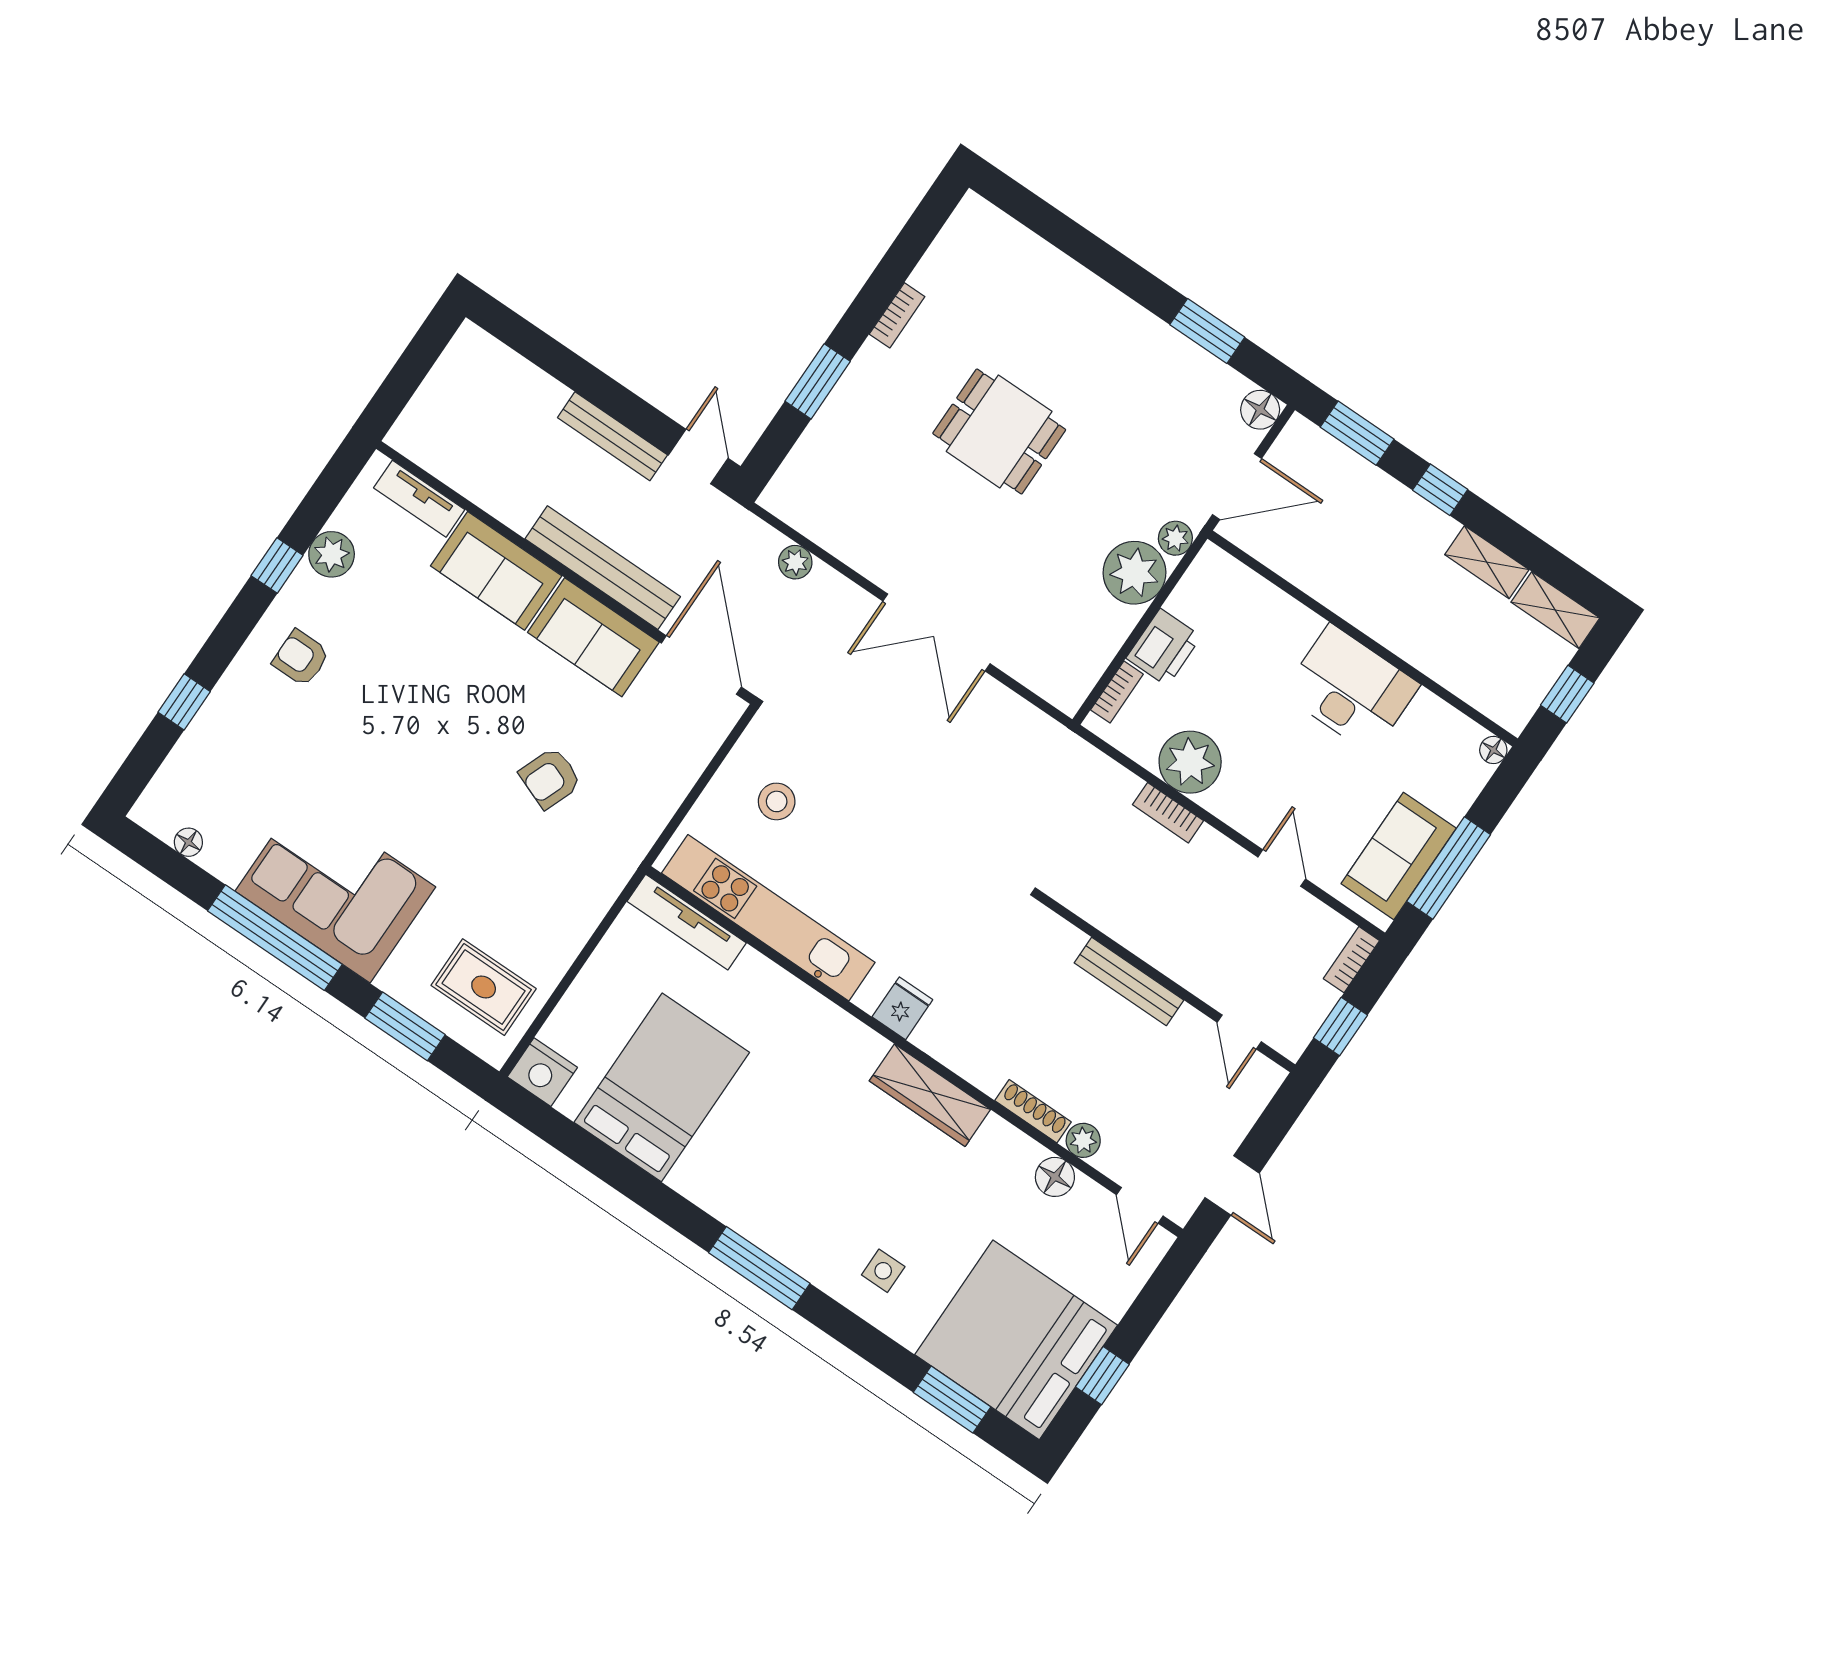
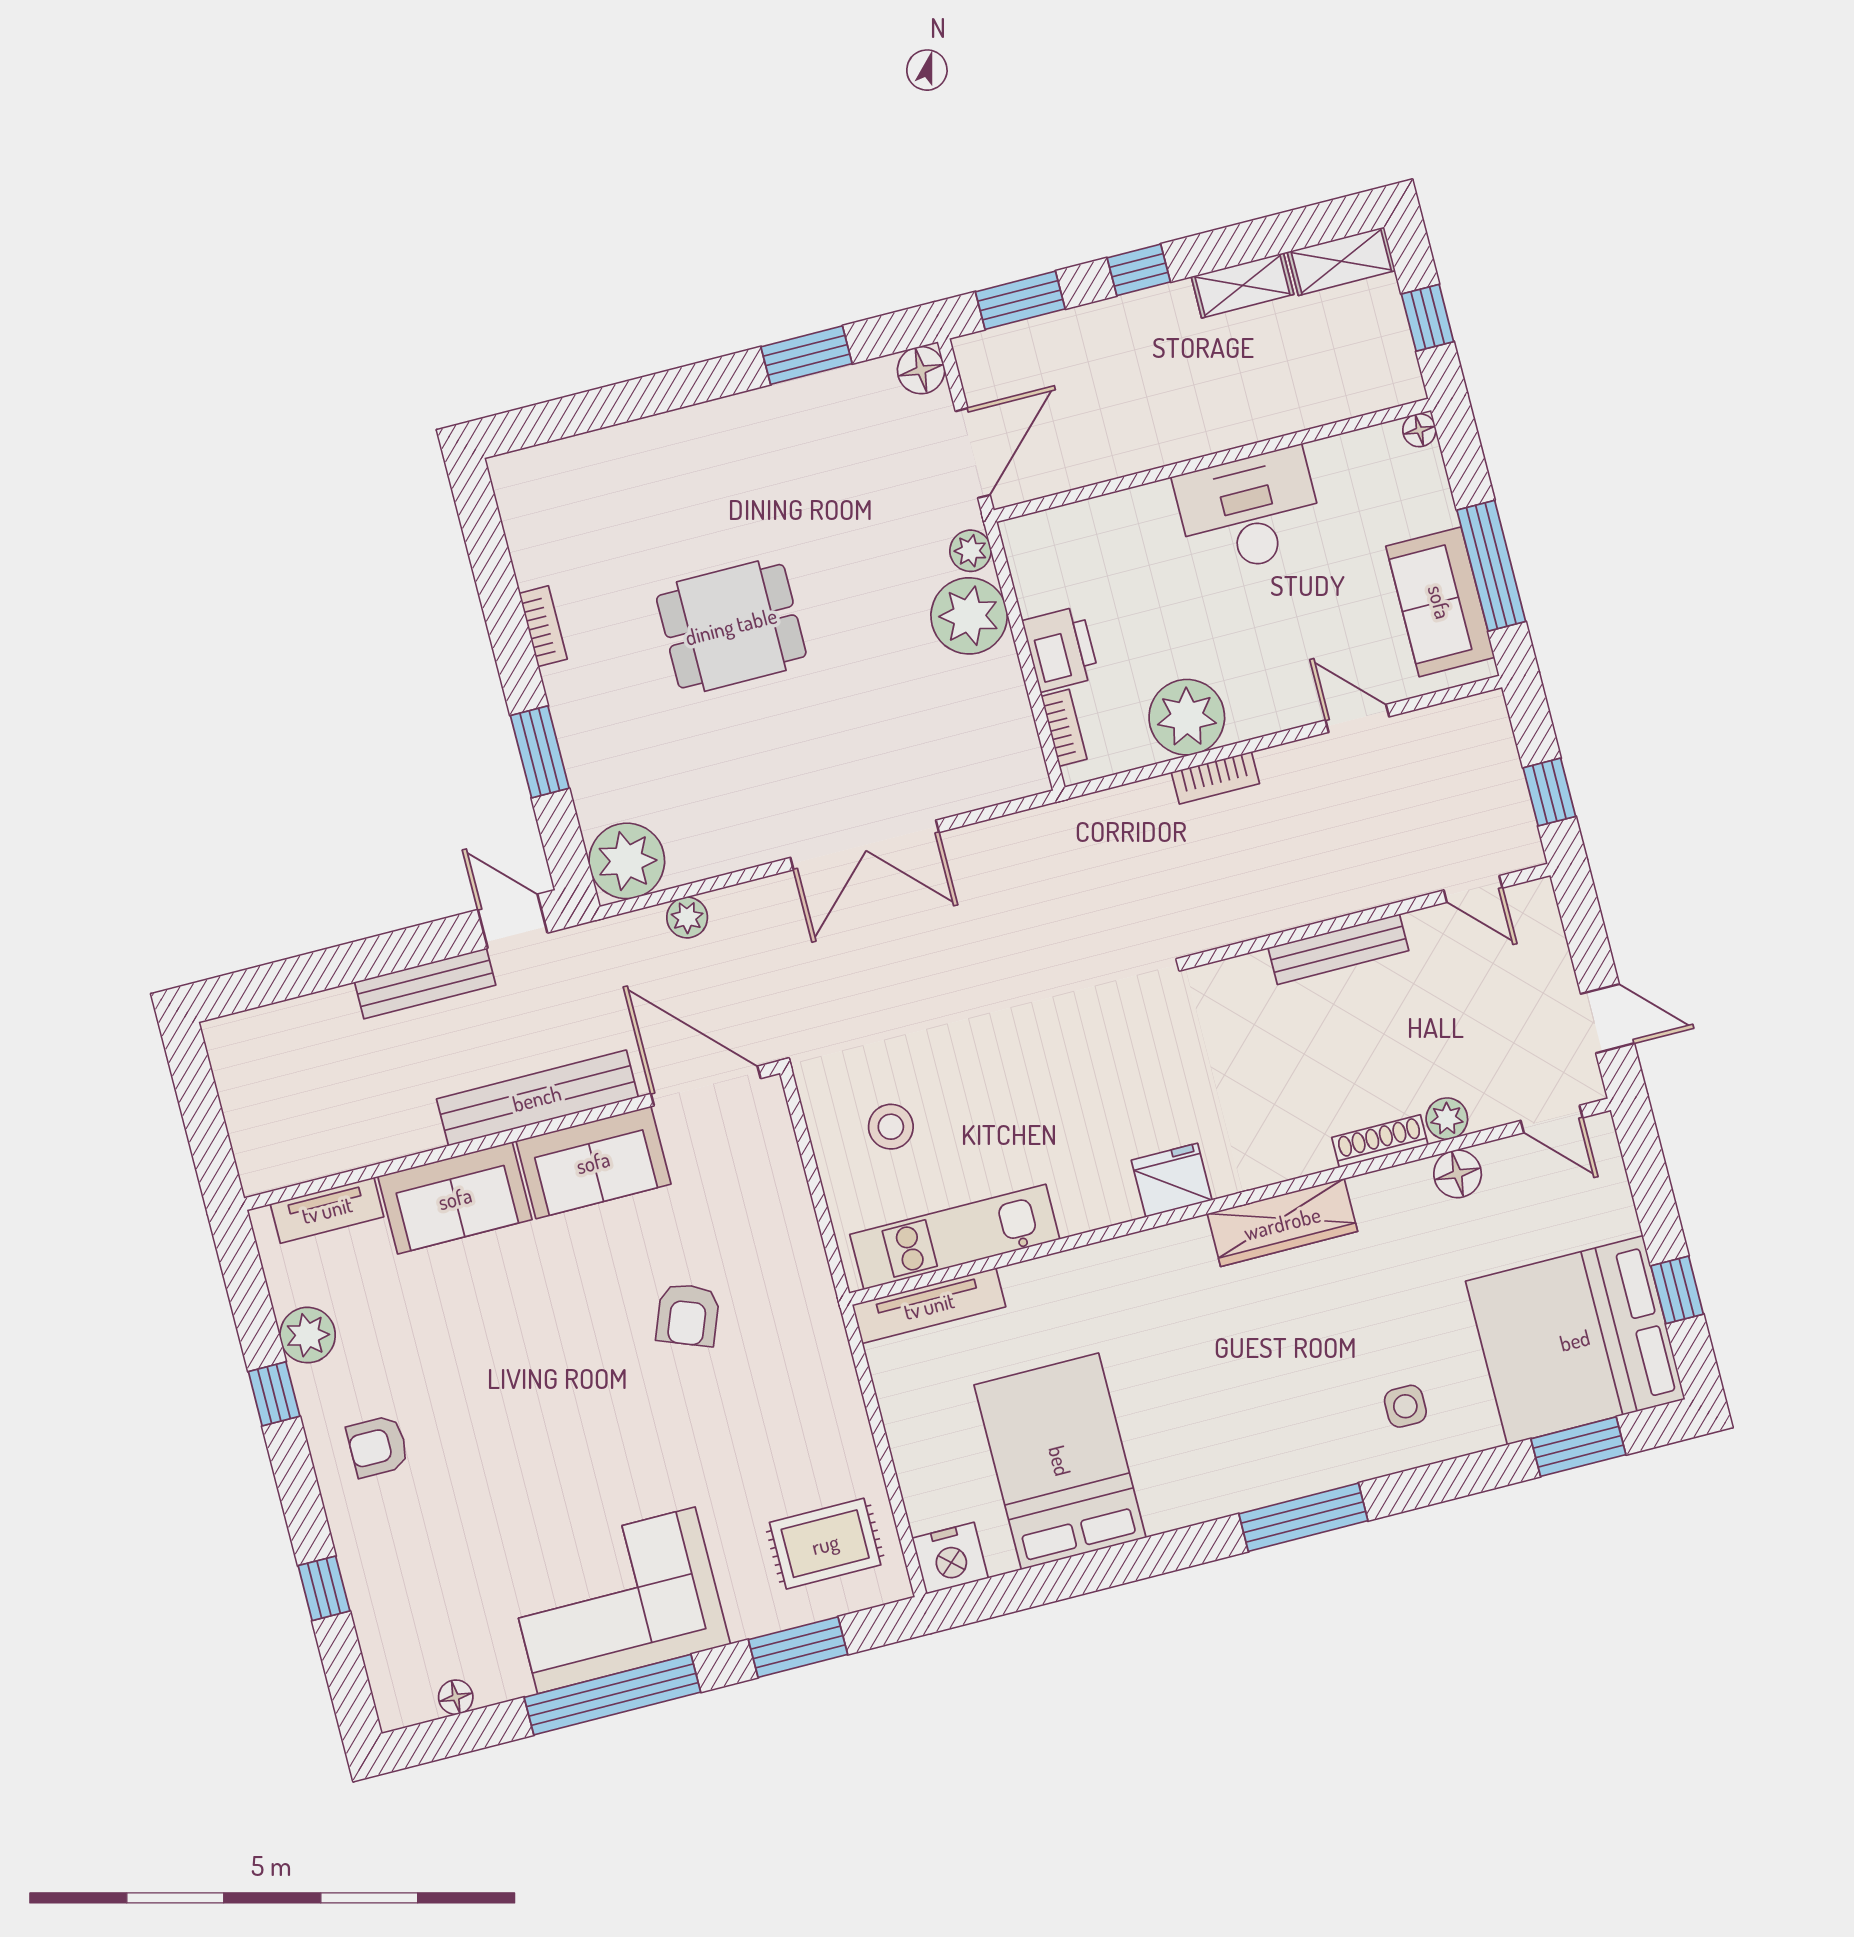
plant: (798, 494) -> (627, 861), added
kitchen unit: (768, 918) -> (955, 1237), width x0.73
bookcase: (1351, 960) -> (1497, 728), removed
fridge: (902, 1008) -> (1172, 1180), width x1.38

